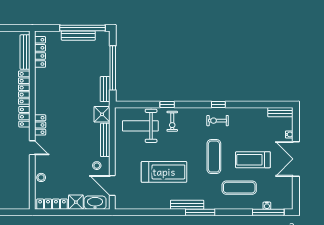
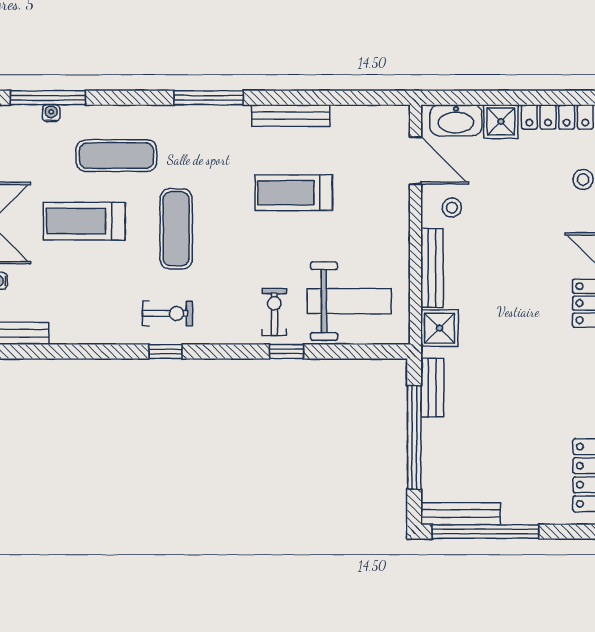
bench: (78, 36) -> (461, 514), moved
treadmill: (253, 160) -> (84, 221), turned 180
treadmill: (164, 172) -> (294, 193), width x0.73, depth x0.73
bench: (187, 205) -> (291, 115), moved

